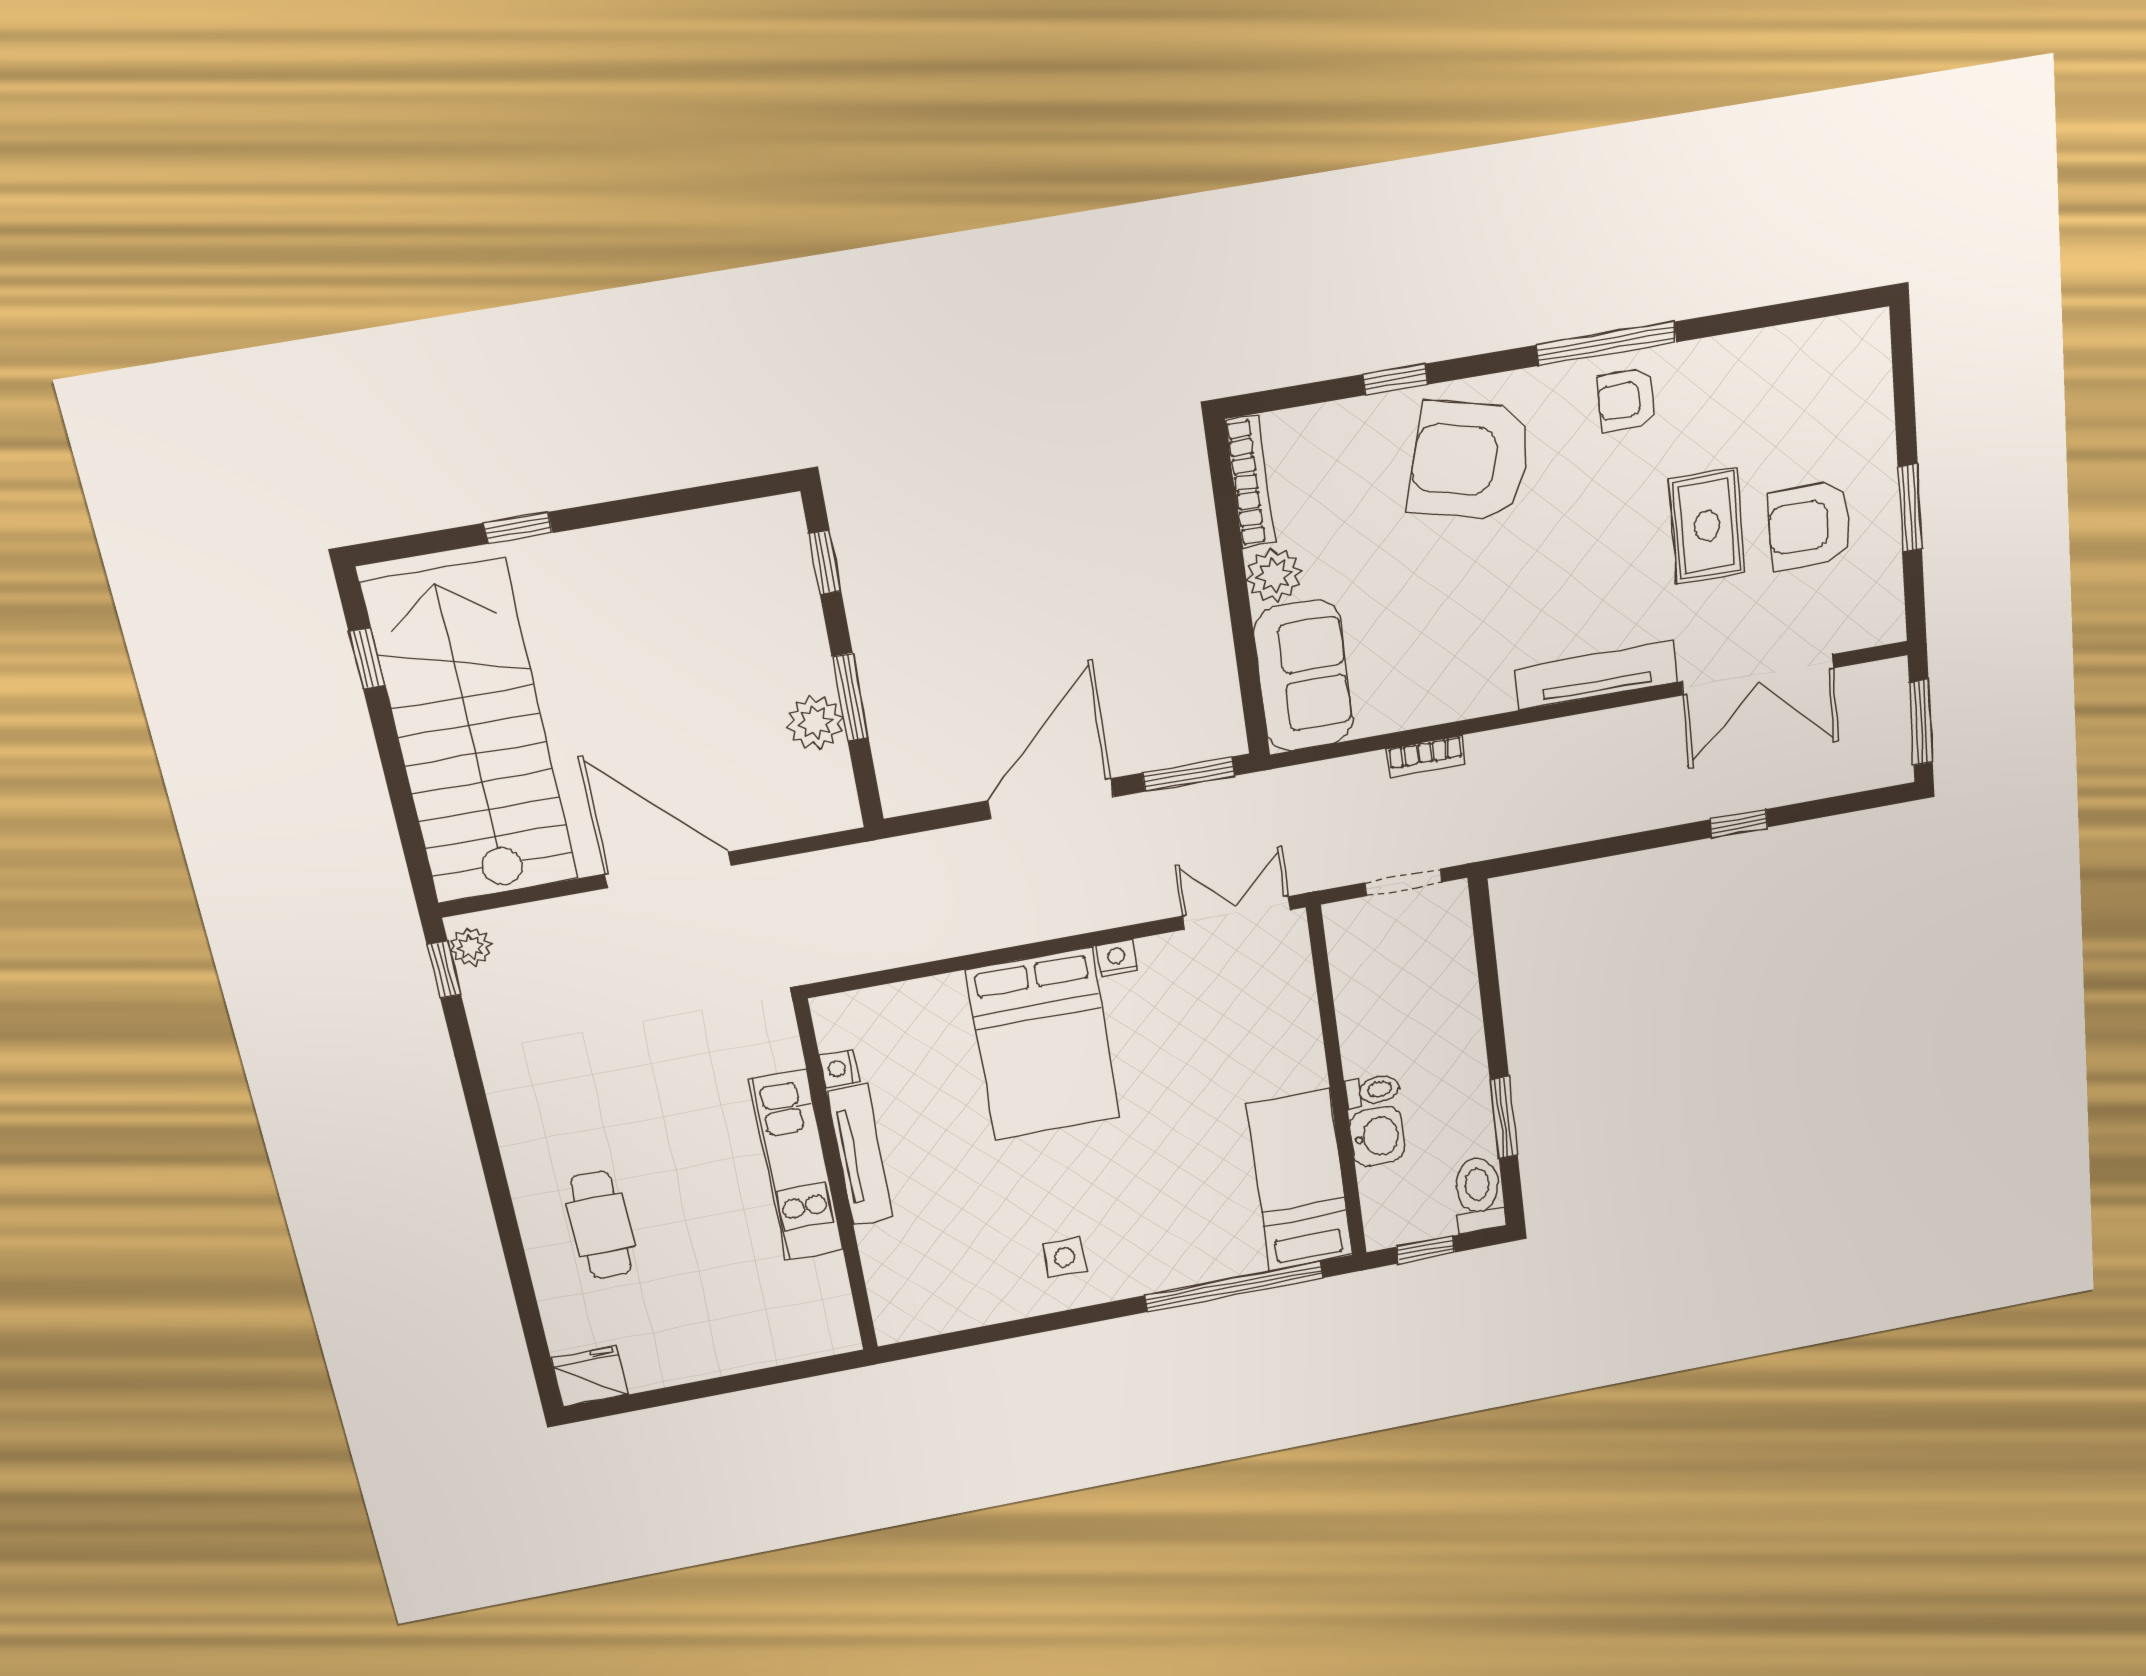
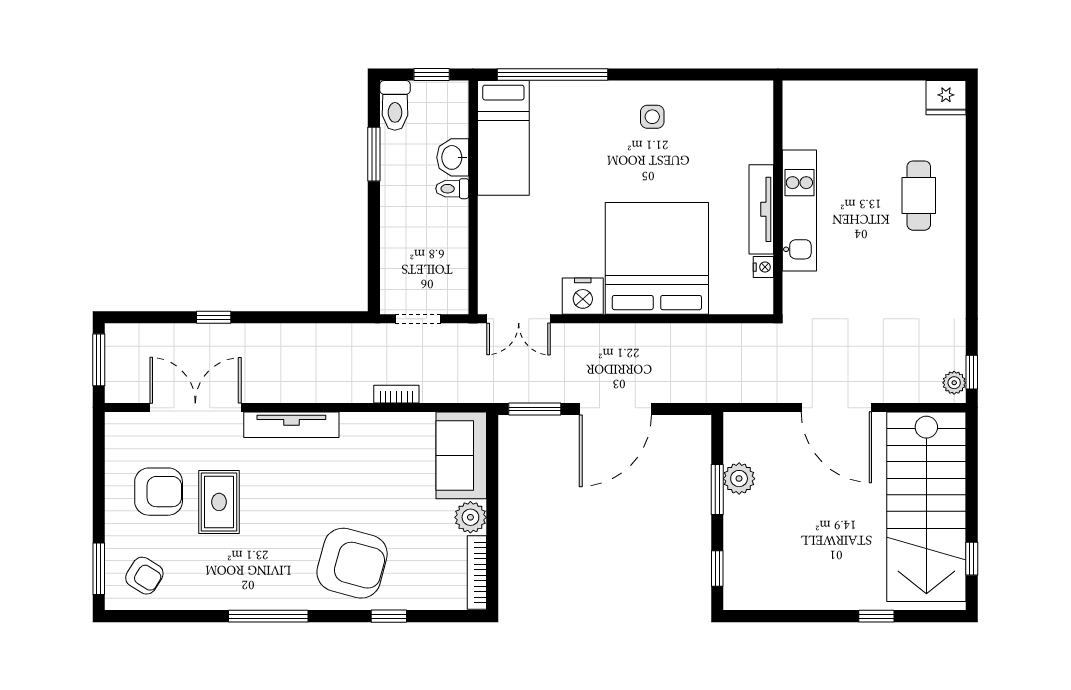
armchair: (1627, 400) -> (144, 576), moved, turned 32
window: (1910, 508) -> (99, 569), moved
nightstand: (1117, 958) -> (583, 296), width x1.89, depth x1.79
bed: (1043, 1044) -> (657, 258), width x1.36

